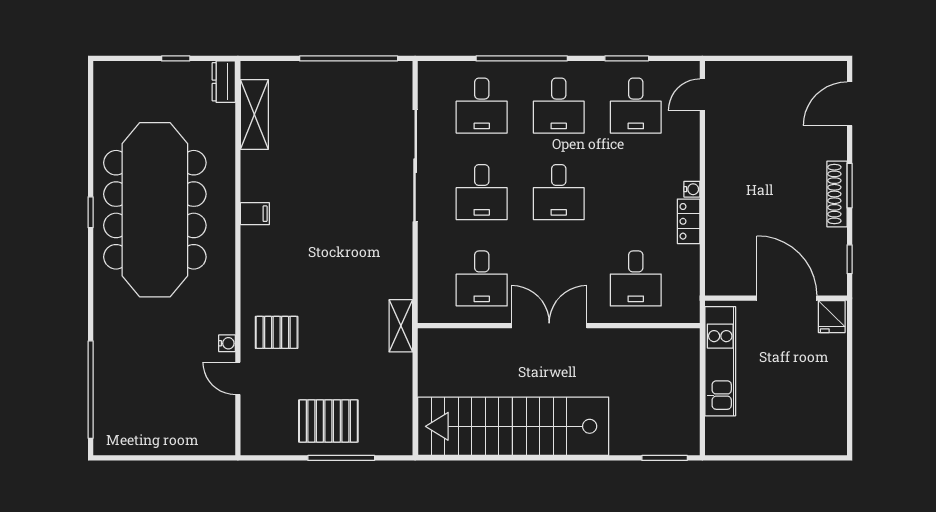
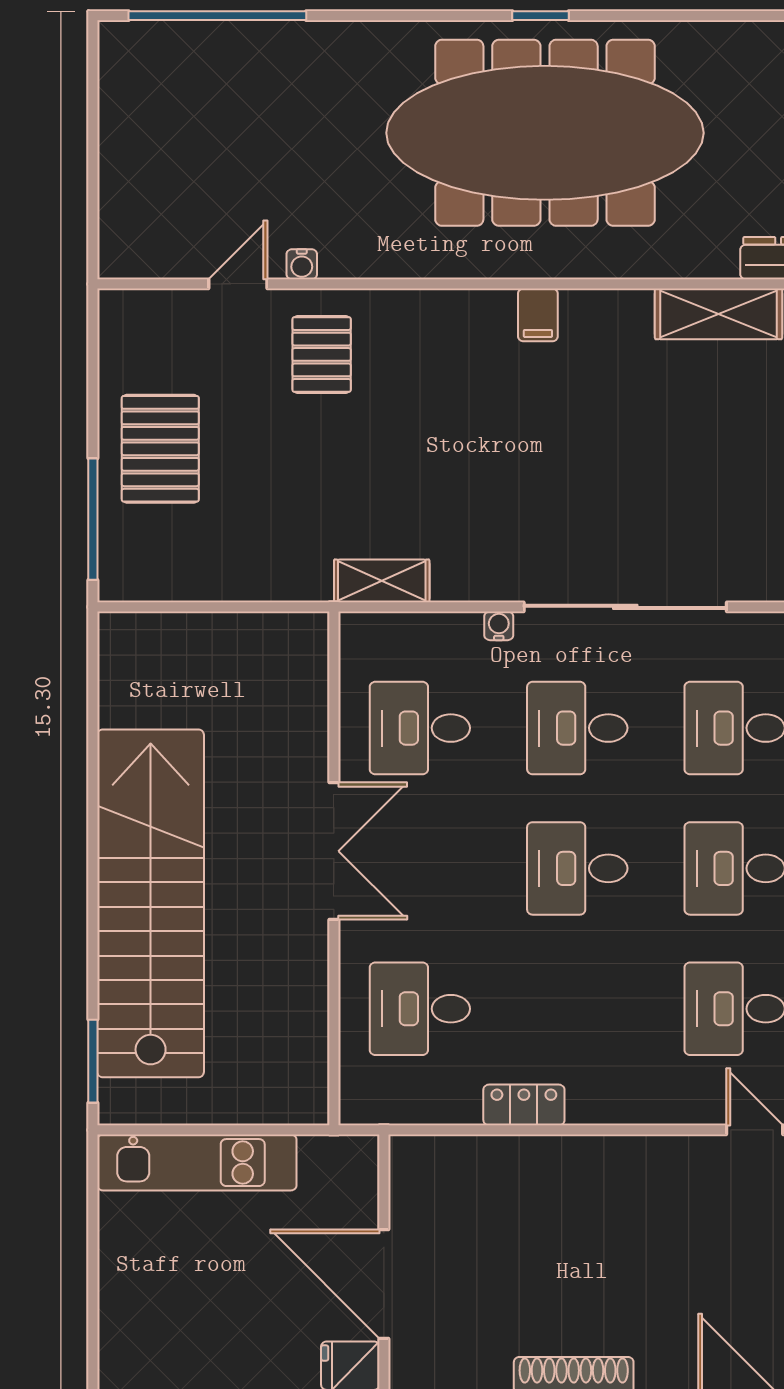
water cooler: (692, 189) -> (499, 626), moved, turned 180
door: (787, 298) -> (384, 1284), swing flipped
shelving: (401, 326) -> (382, 581), moved
kitchen unit: (720, 361) -> (197, 1163), moved
stairs: (513, 426) -> (151, 903), moved
window: (341, 458) -> (93, 519), moved

